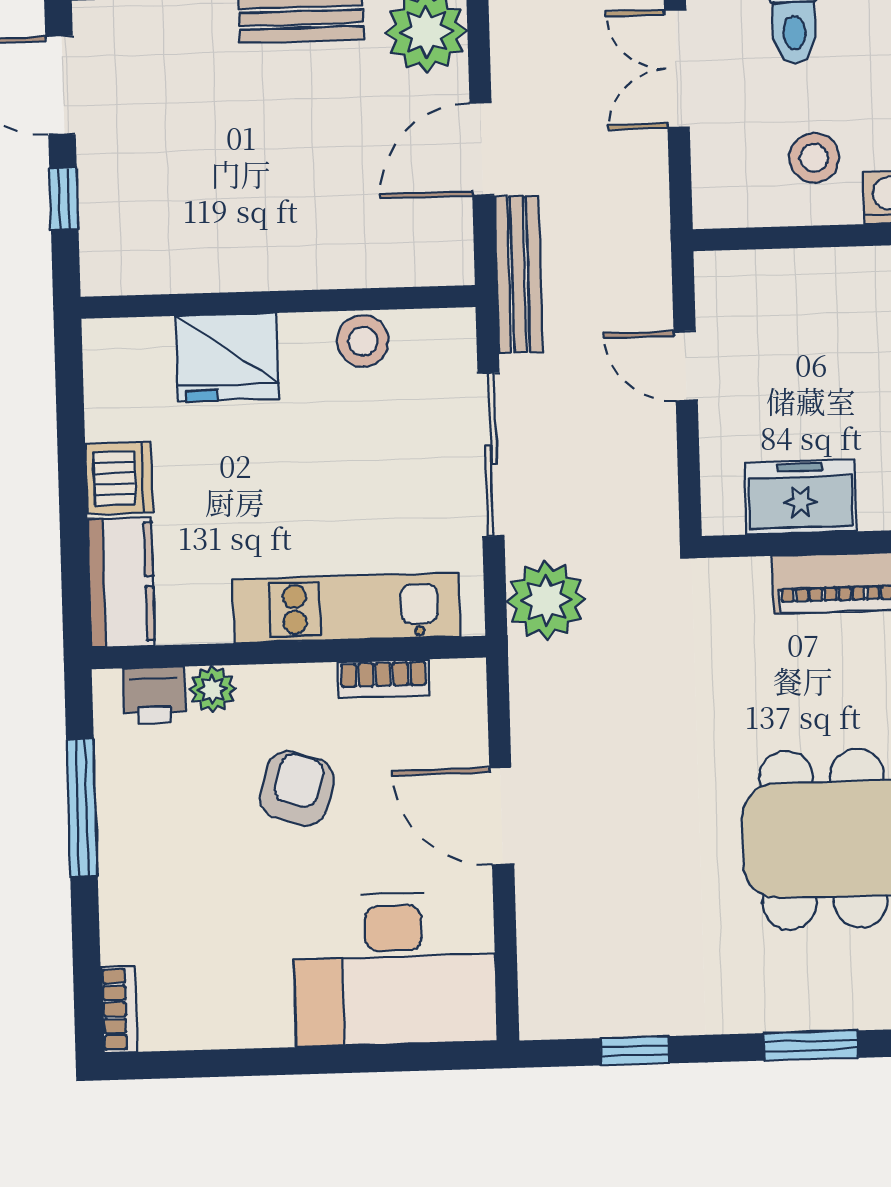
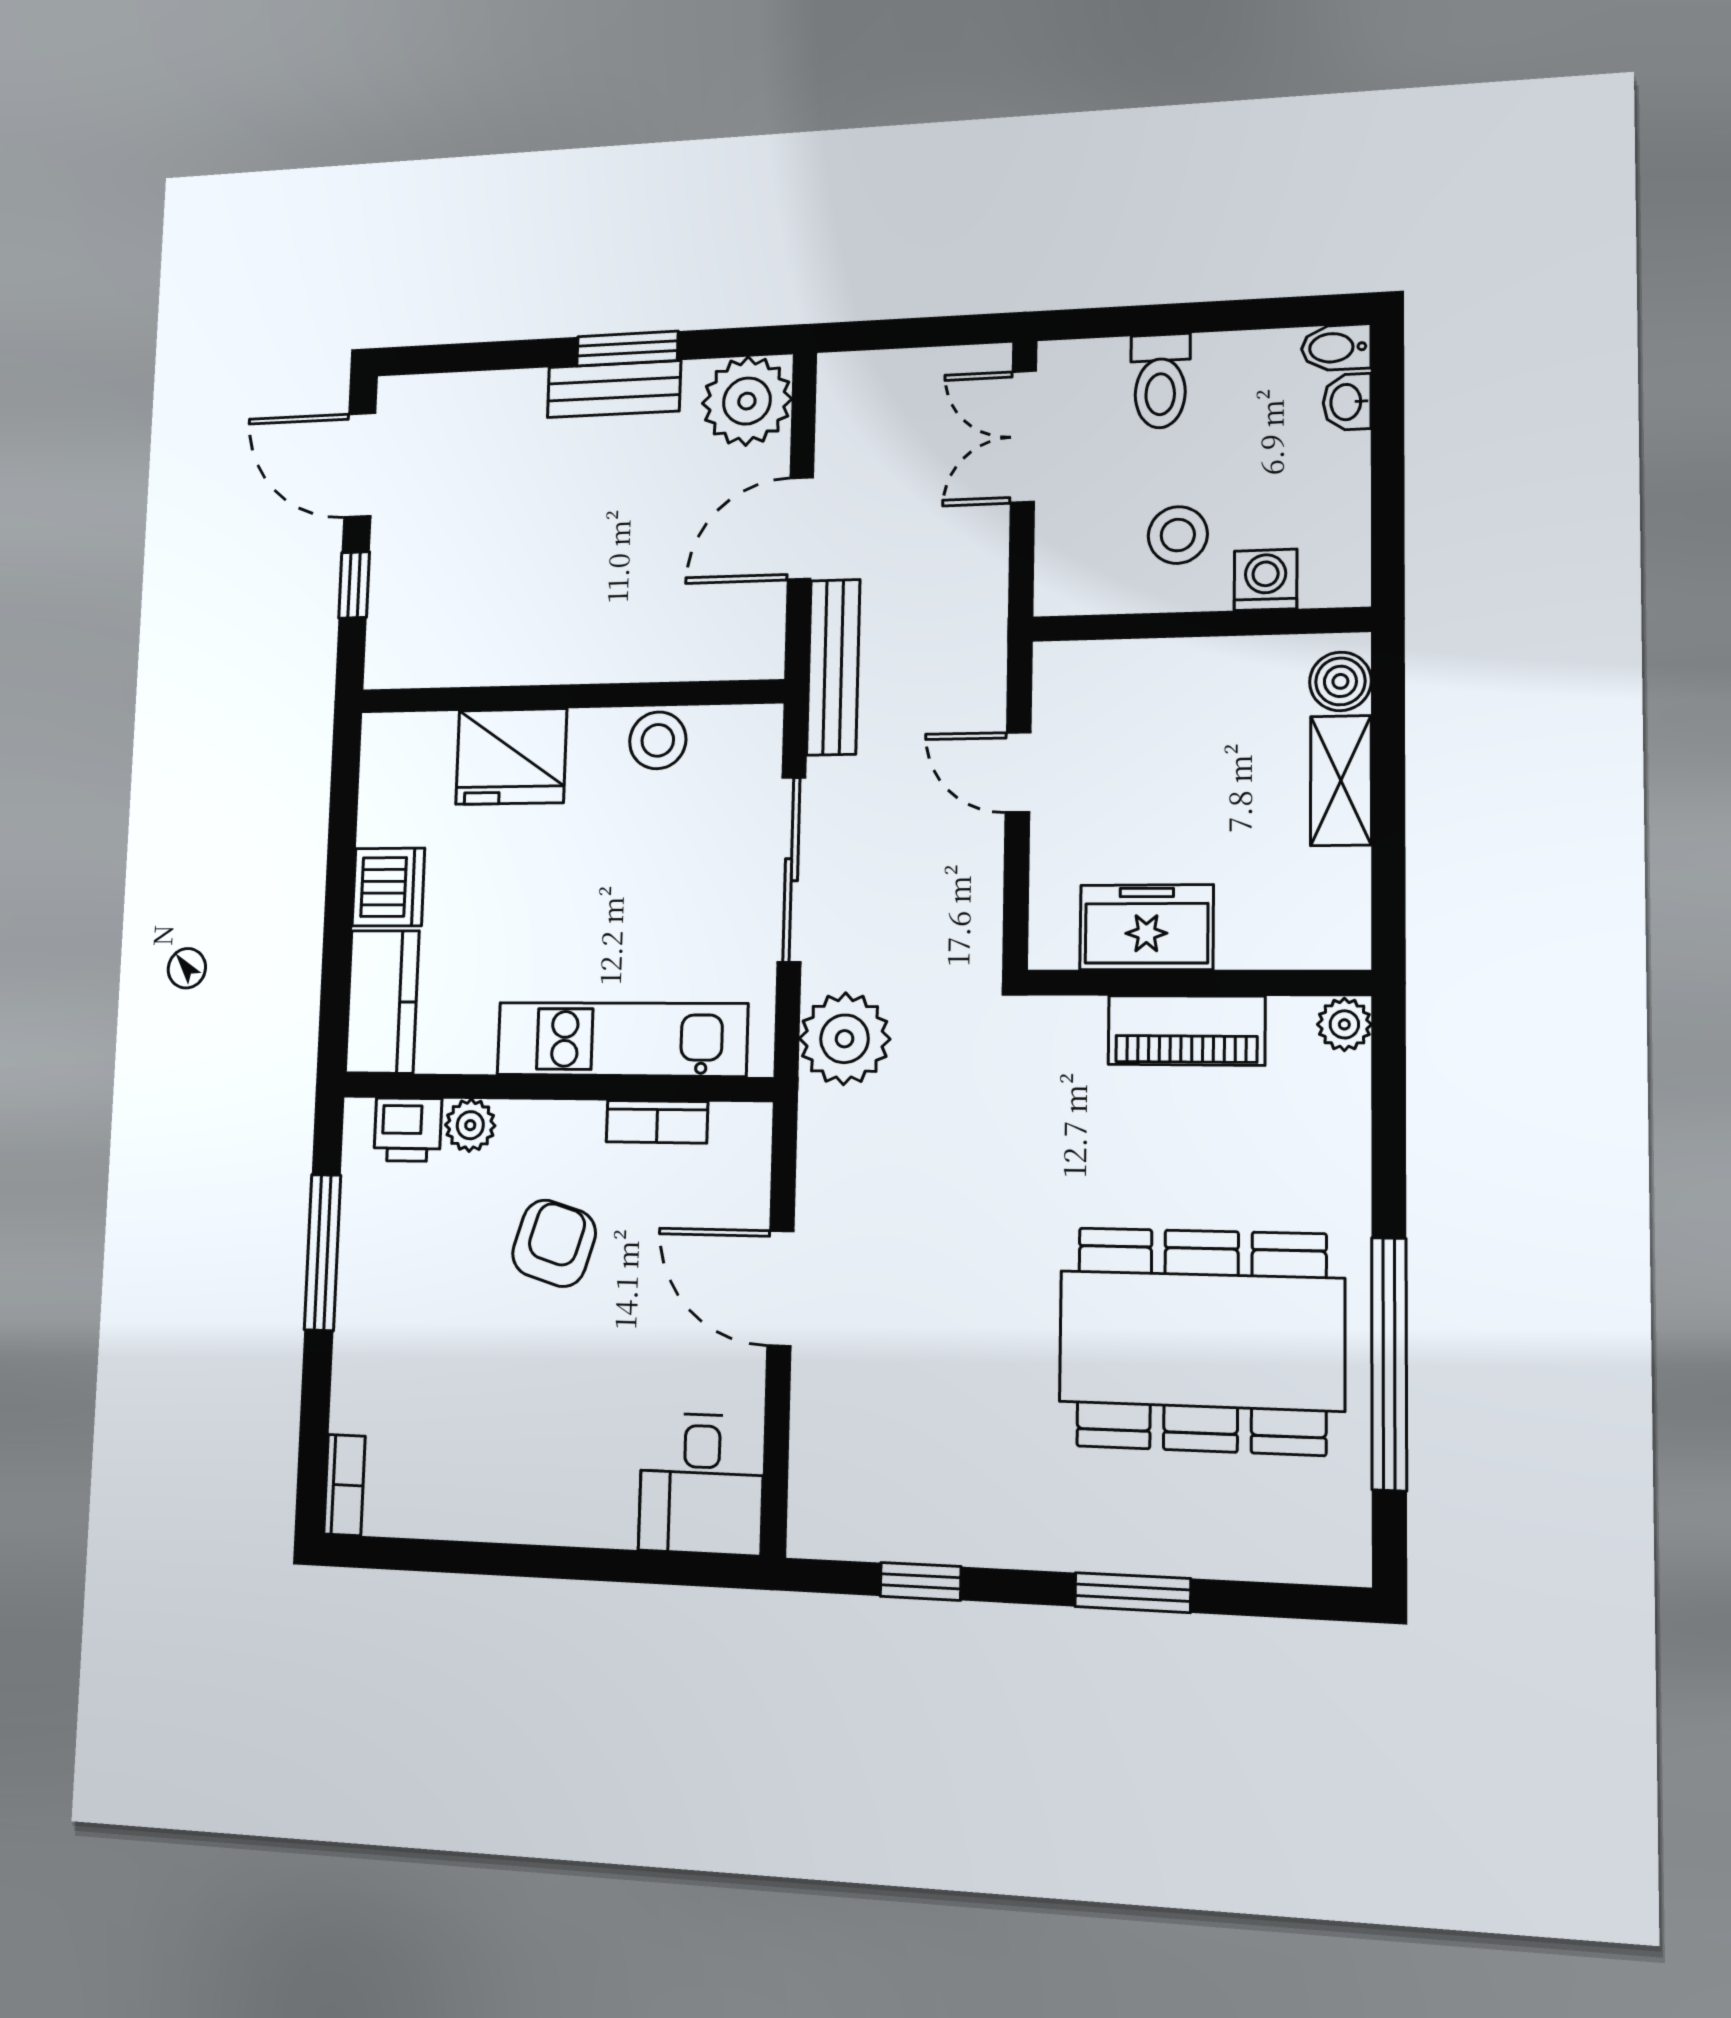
desk: (395, 969) -> (701, 1484), width x0.53, depth x0.77

